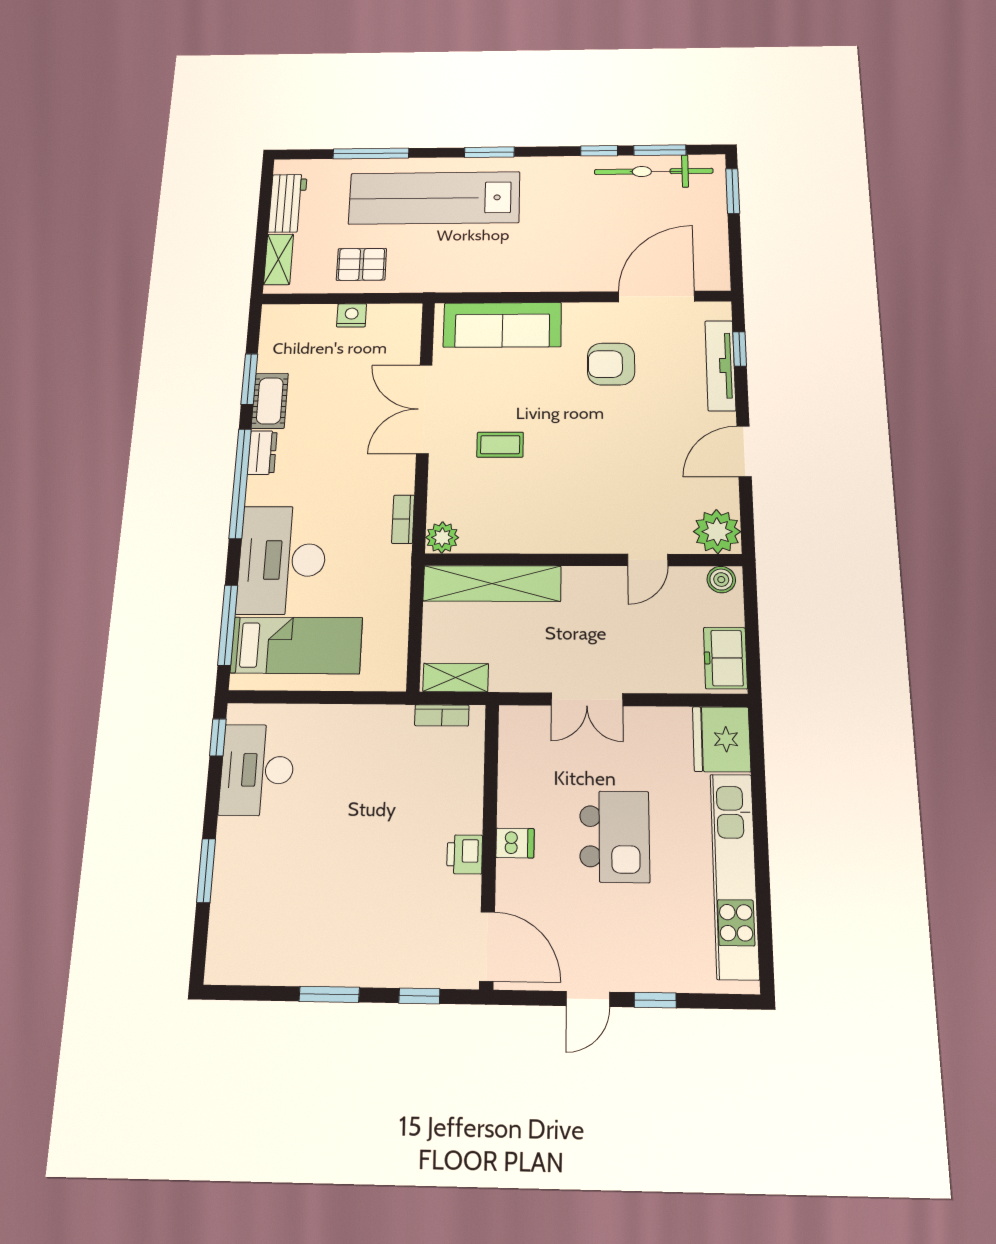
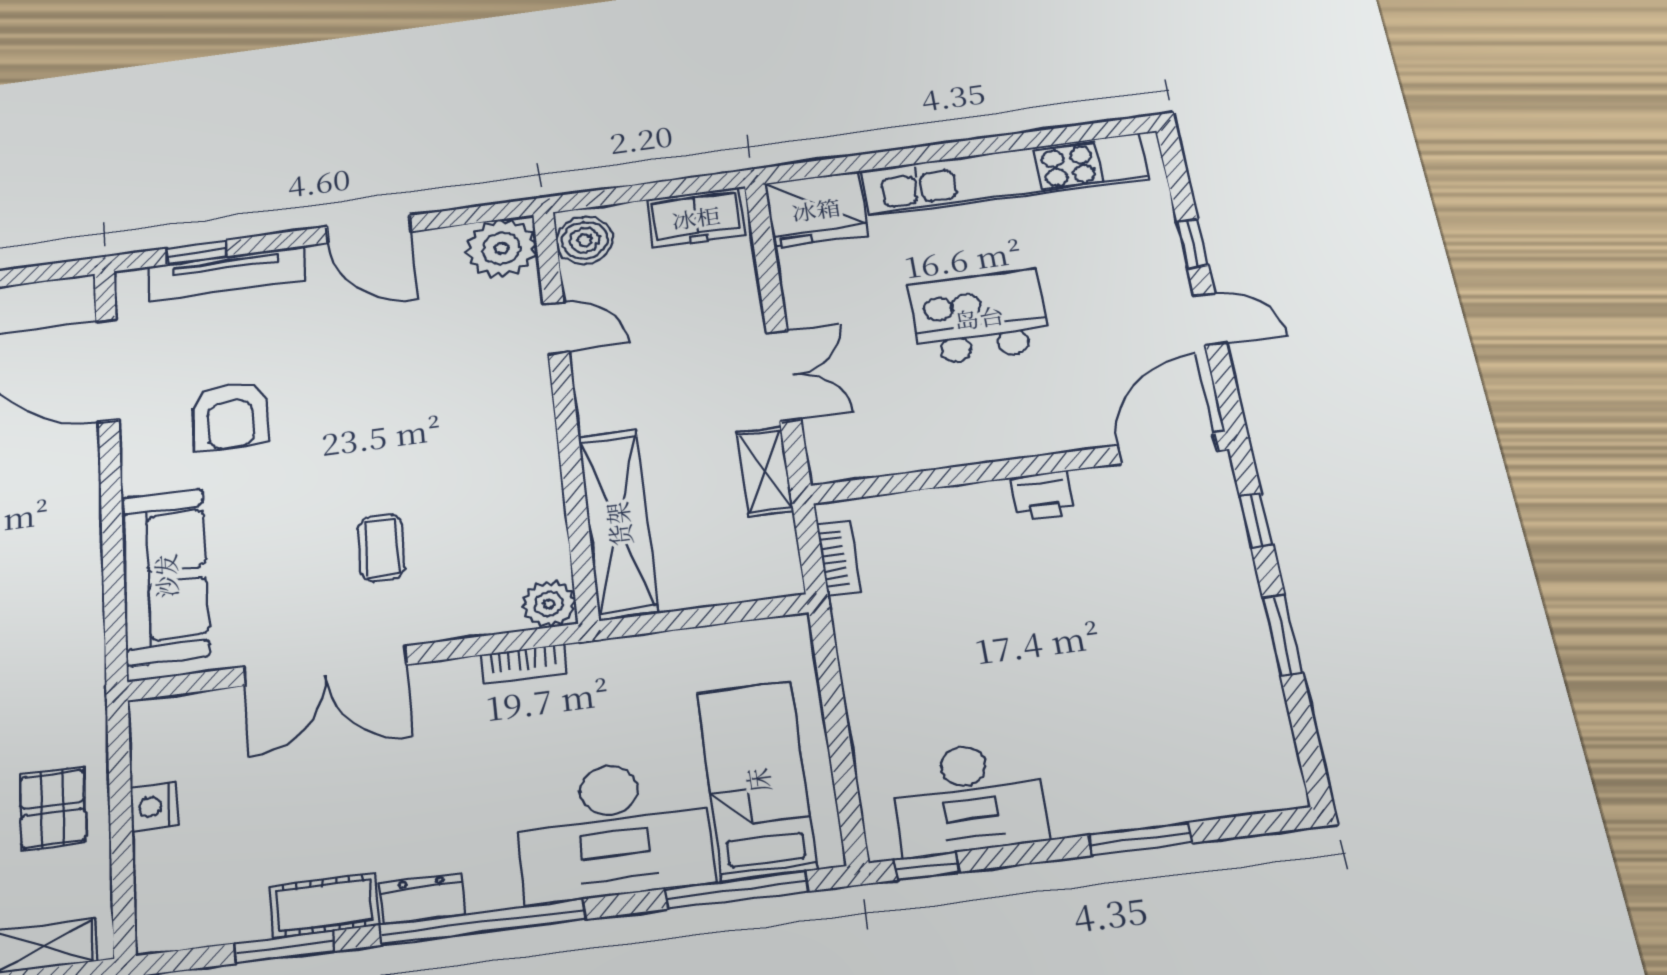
boiler: (721, 580) -> (585, 240), width x1.36, depth x1.36
shelving: (456, 678) -> (765, 471), moved
dishwasher: (515, 843) -> (1013, 436), removed

